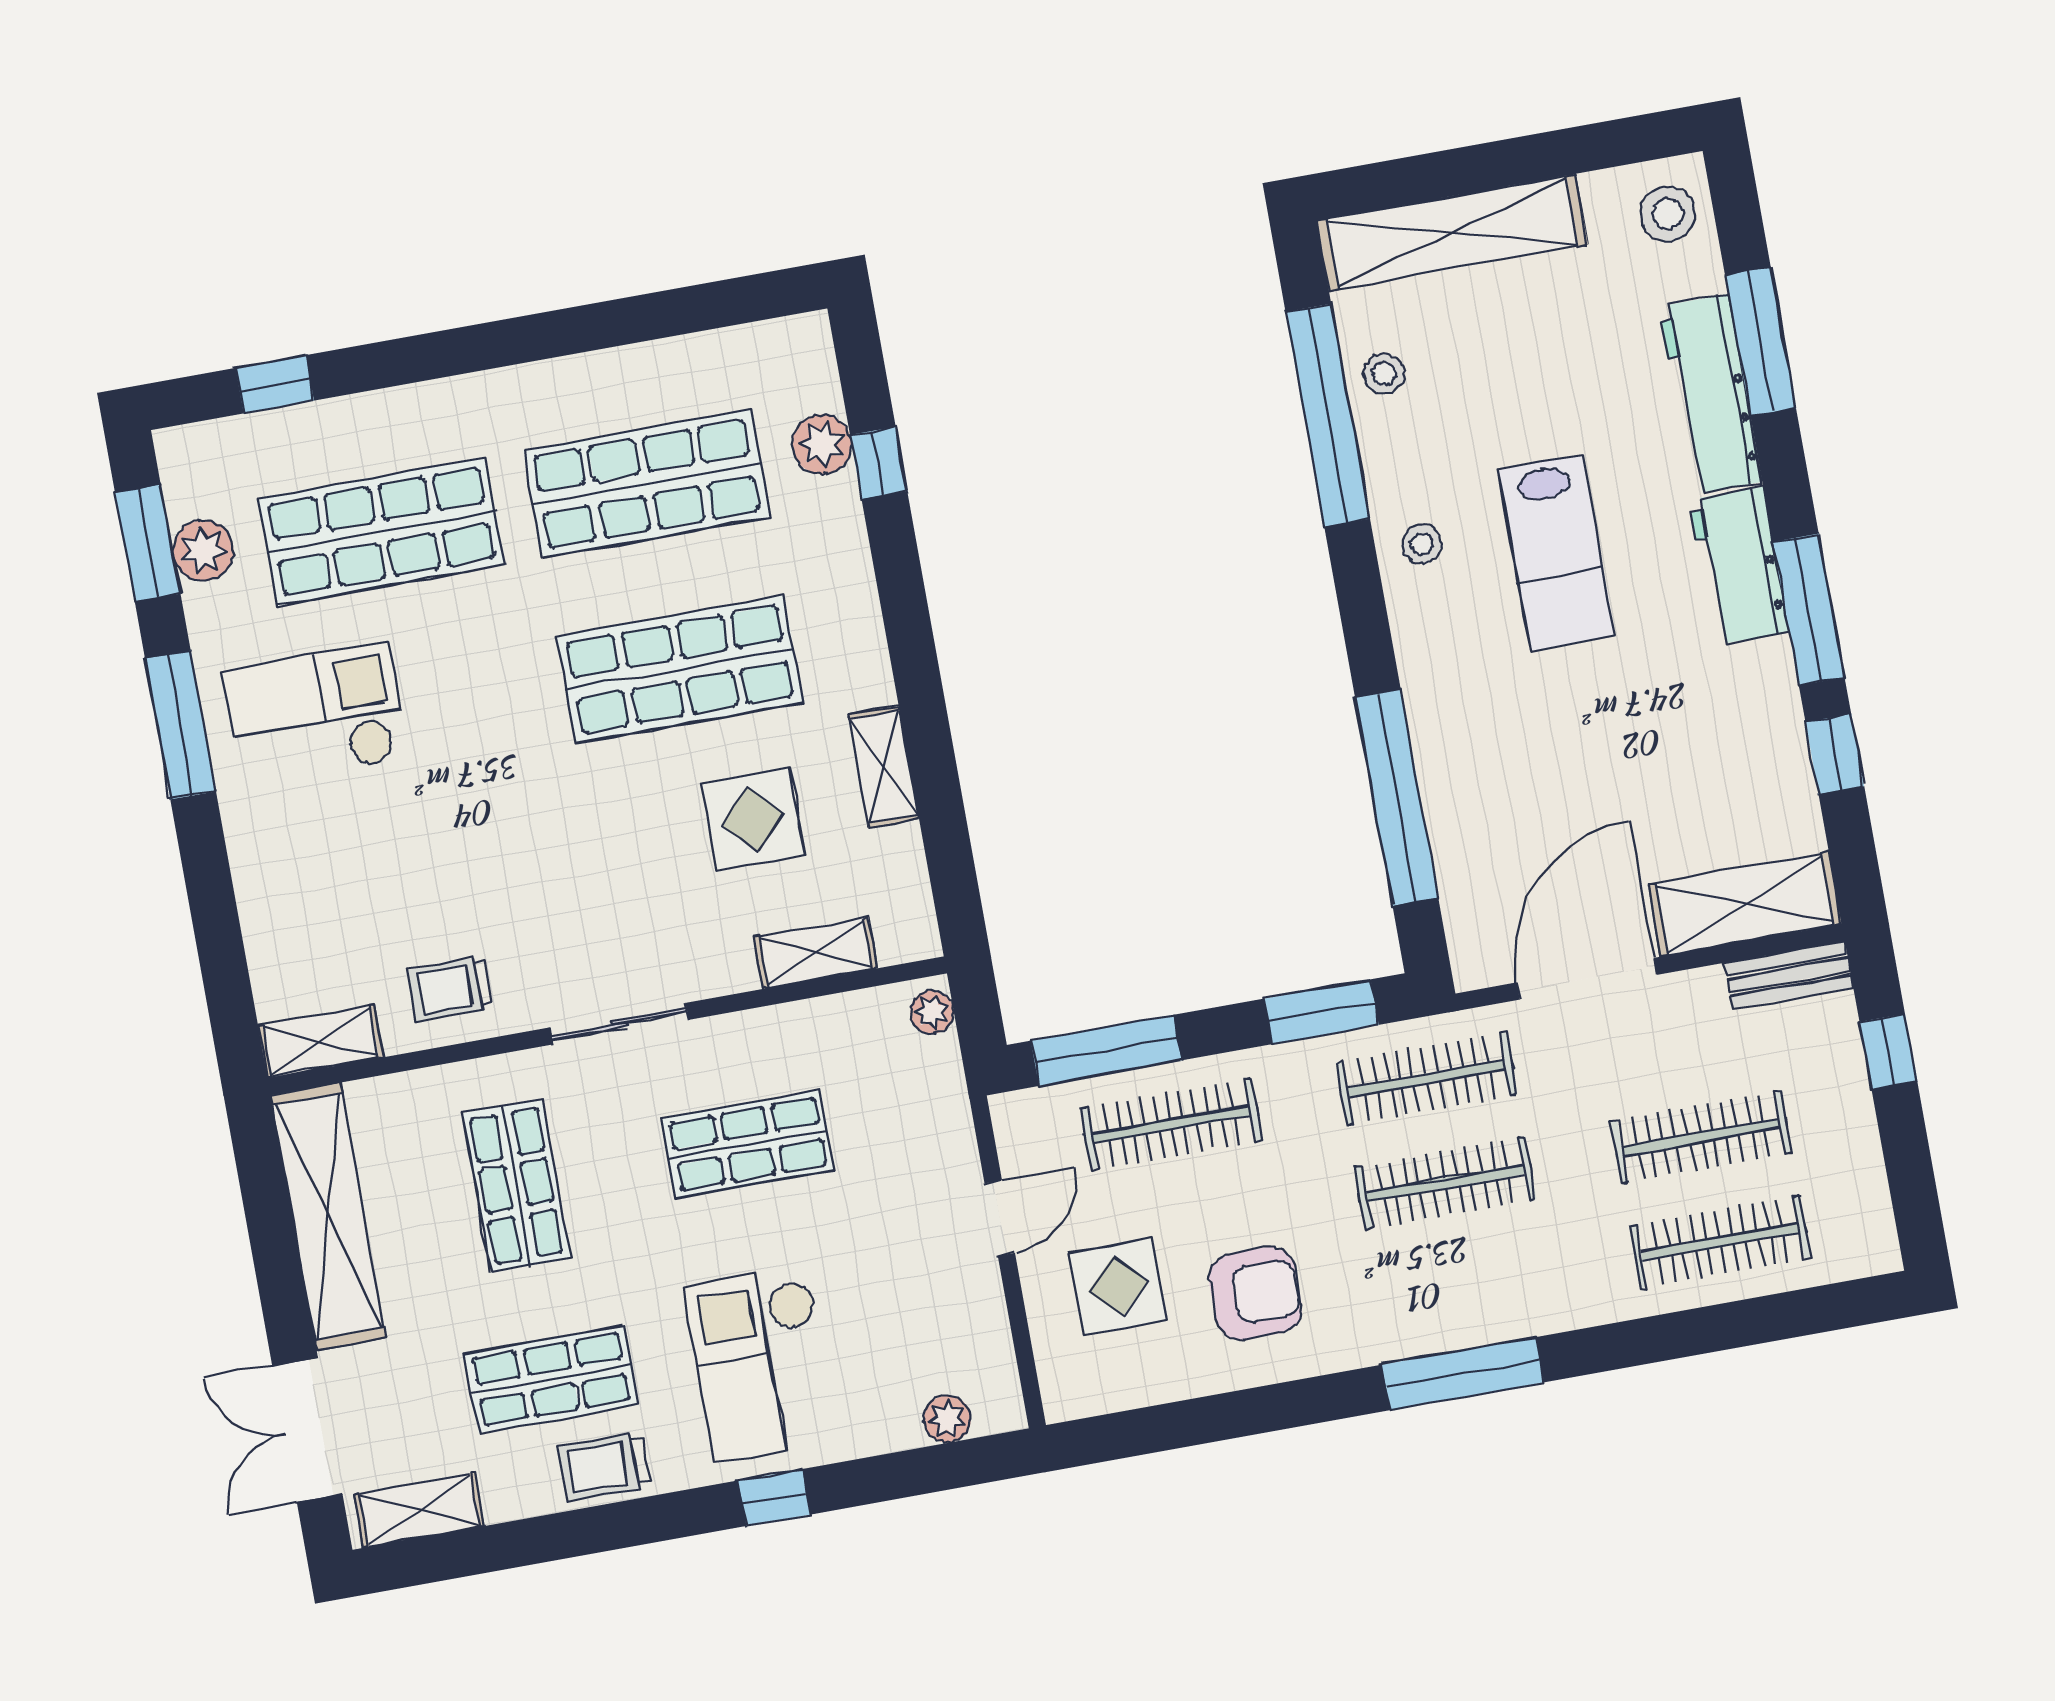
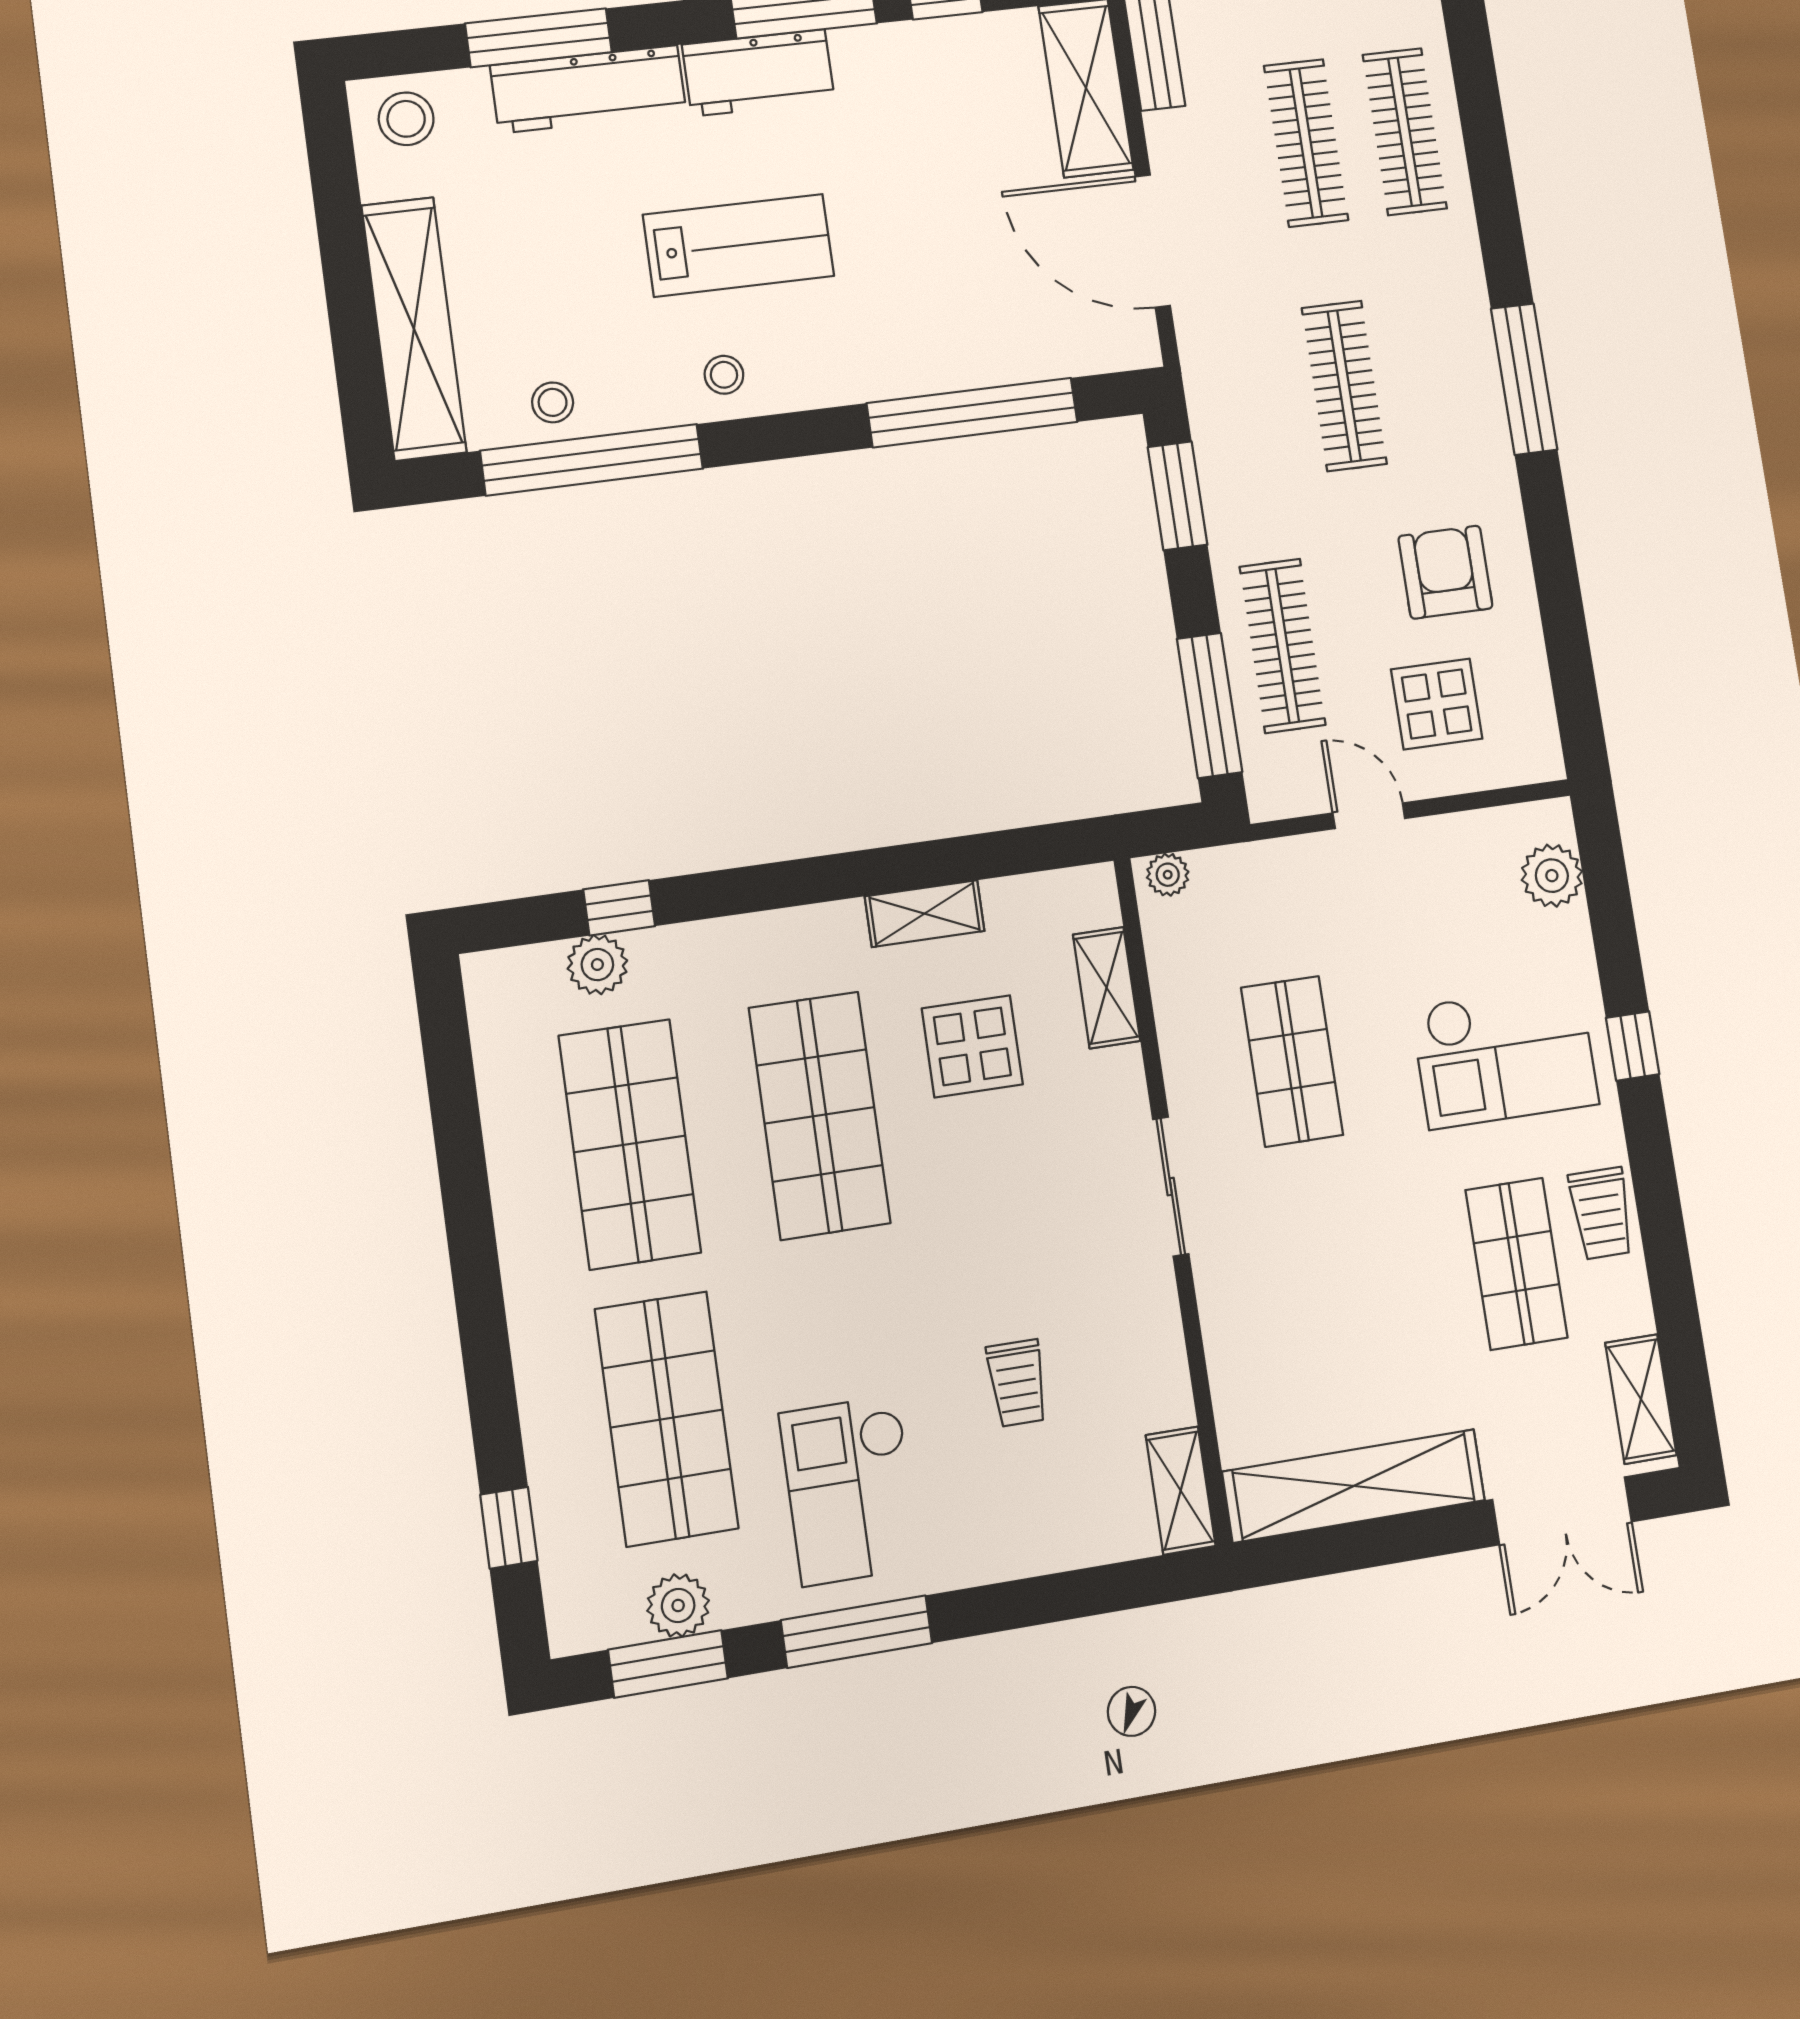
trolley: (450, 989) -> (1017, 1383), moved
clothes rail: (1427, 1079) -> (1244, 398), removed
shop shelf: (517, 1186) -> (1328, 1294), removed
plant: (947, 1419) -> (1552, 876), width x1.38, depth x1.38

